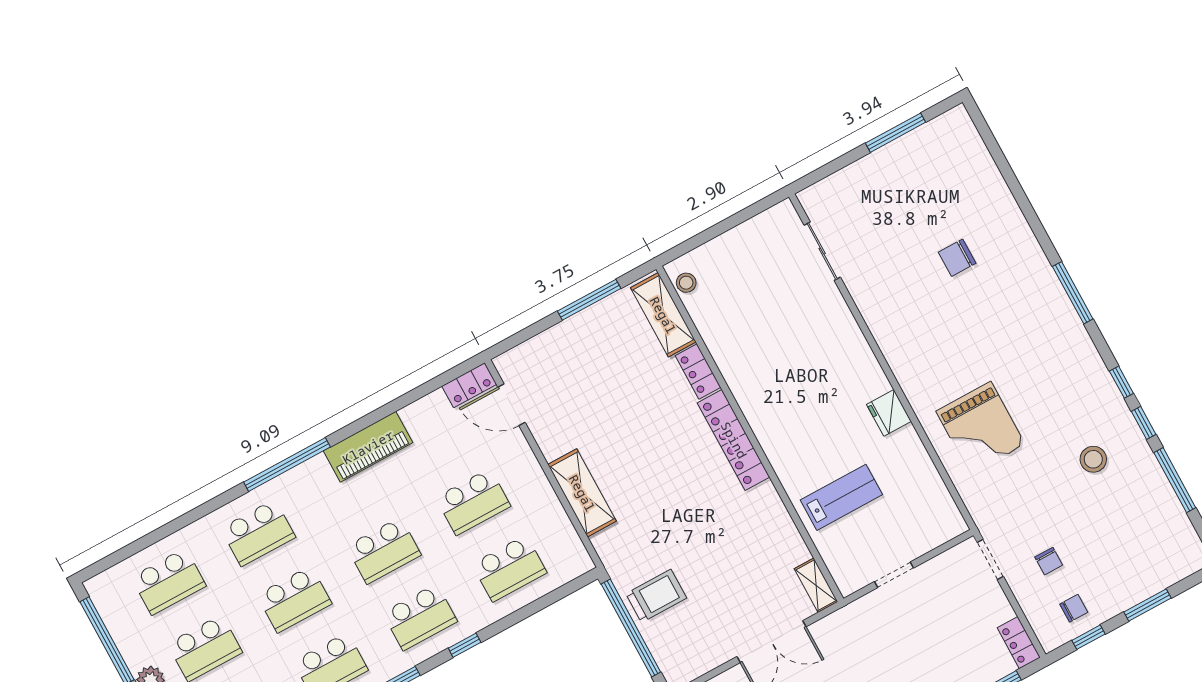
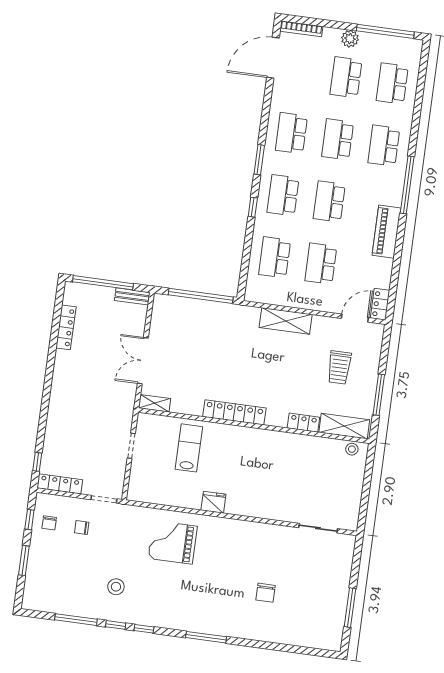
chair: (957, 258) -> (266, 593), turned 180
locker: (734, 440) -> (234, 412), moved
lab bench: (841, 497) -> (189, 448), turned 180
trolley: (656, 596) -> (339, 367), moved
locker: (1019, 643) -> (60, 484), width x1.53

